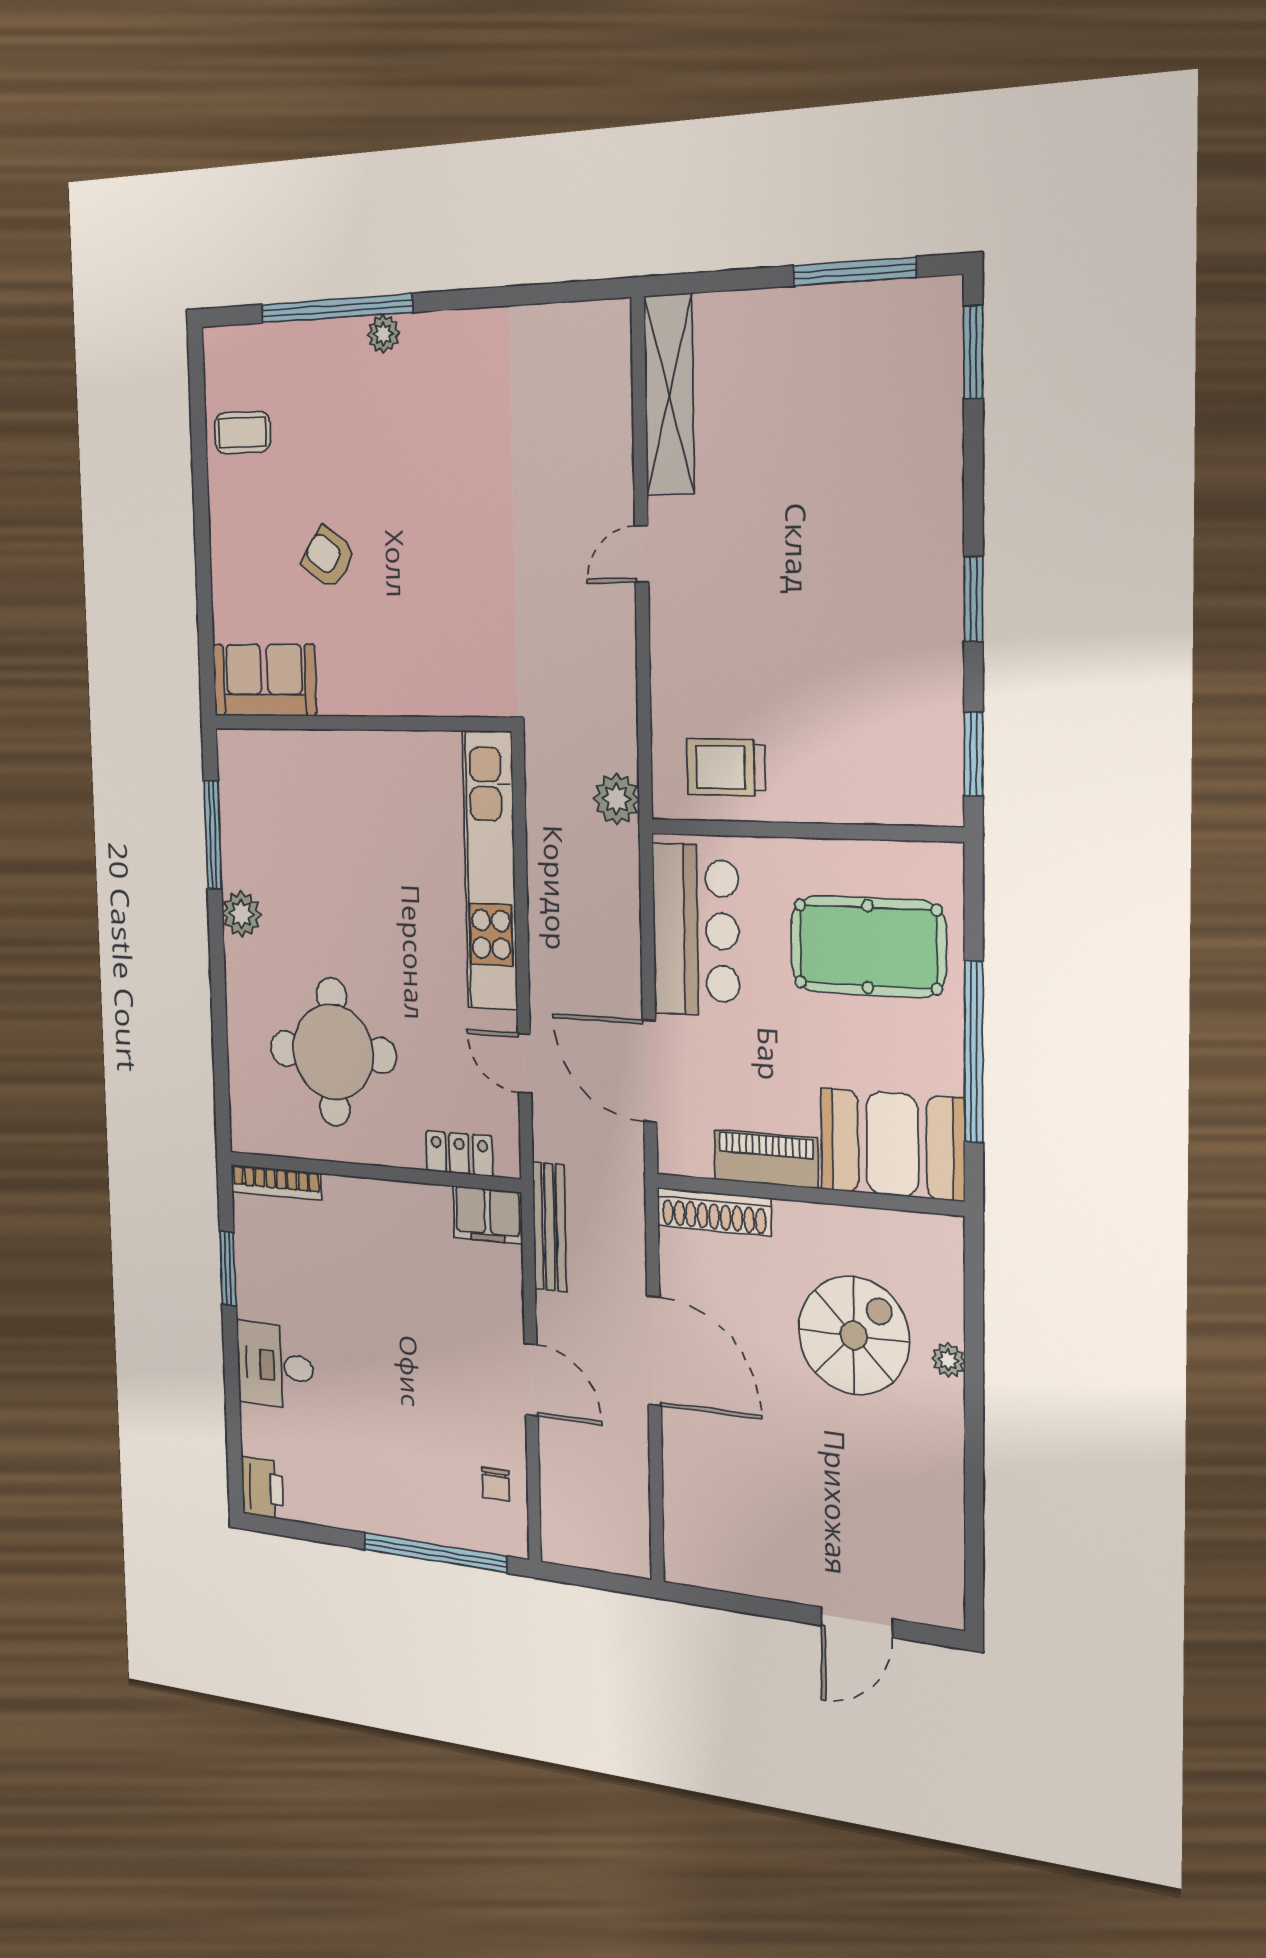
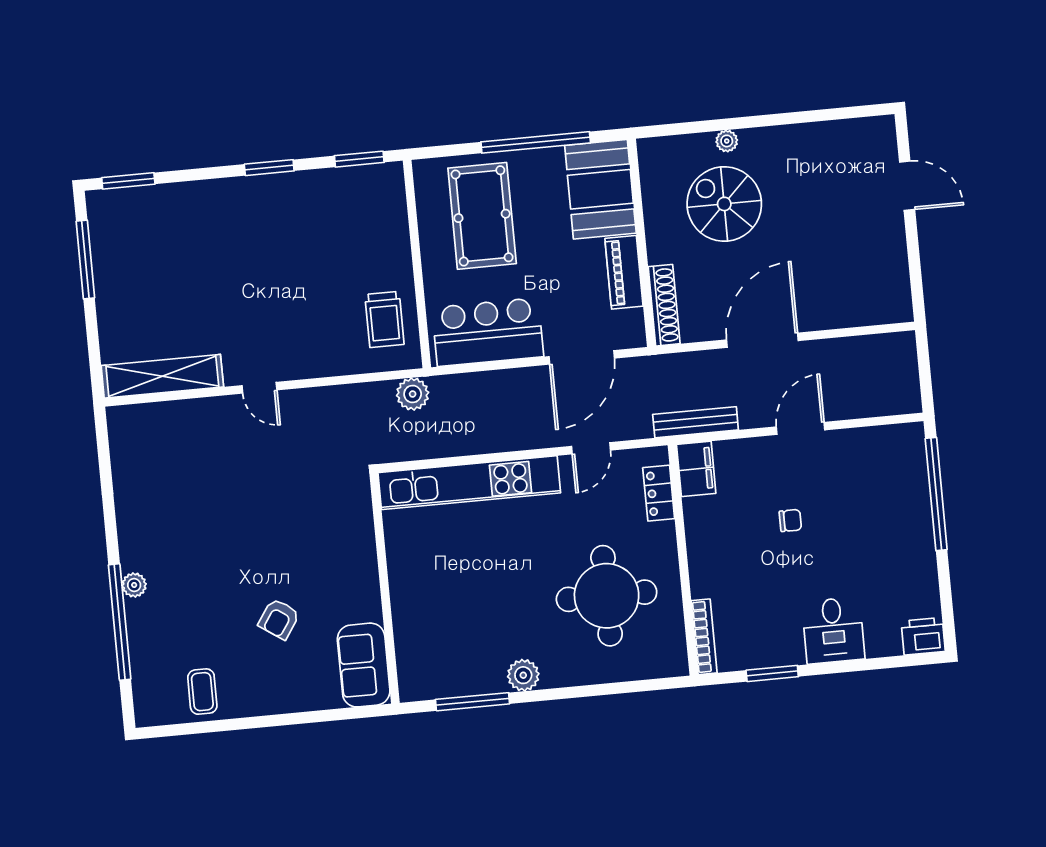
chair: (495, 1484) -> (790, 520), moved

